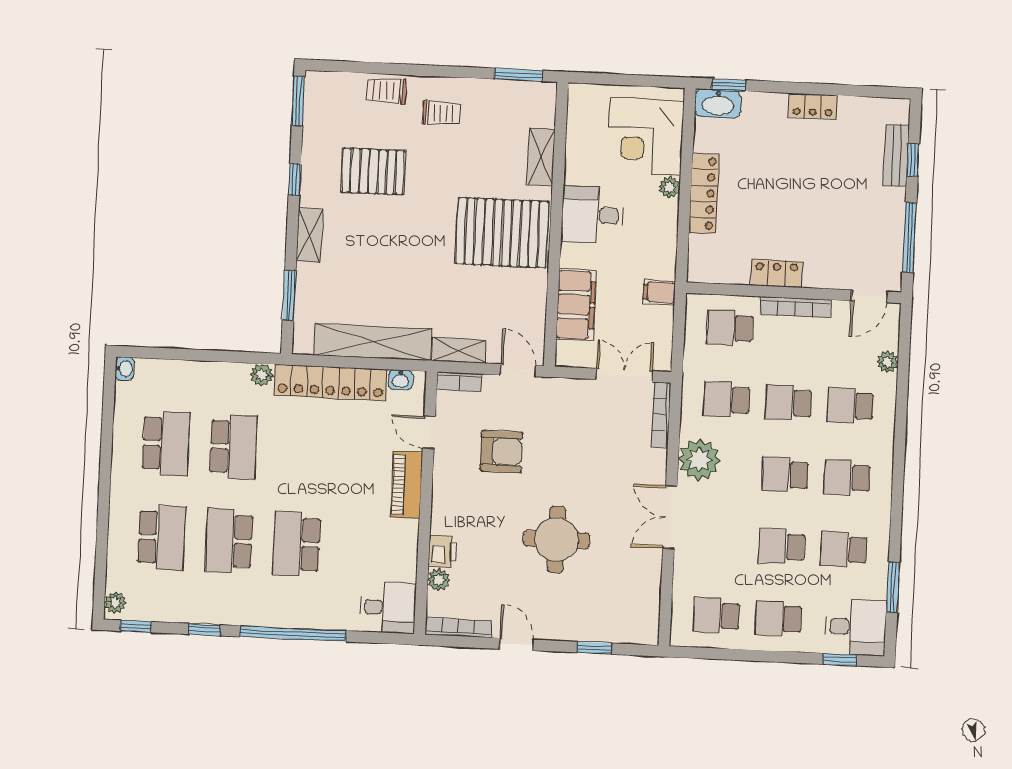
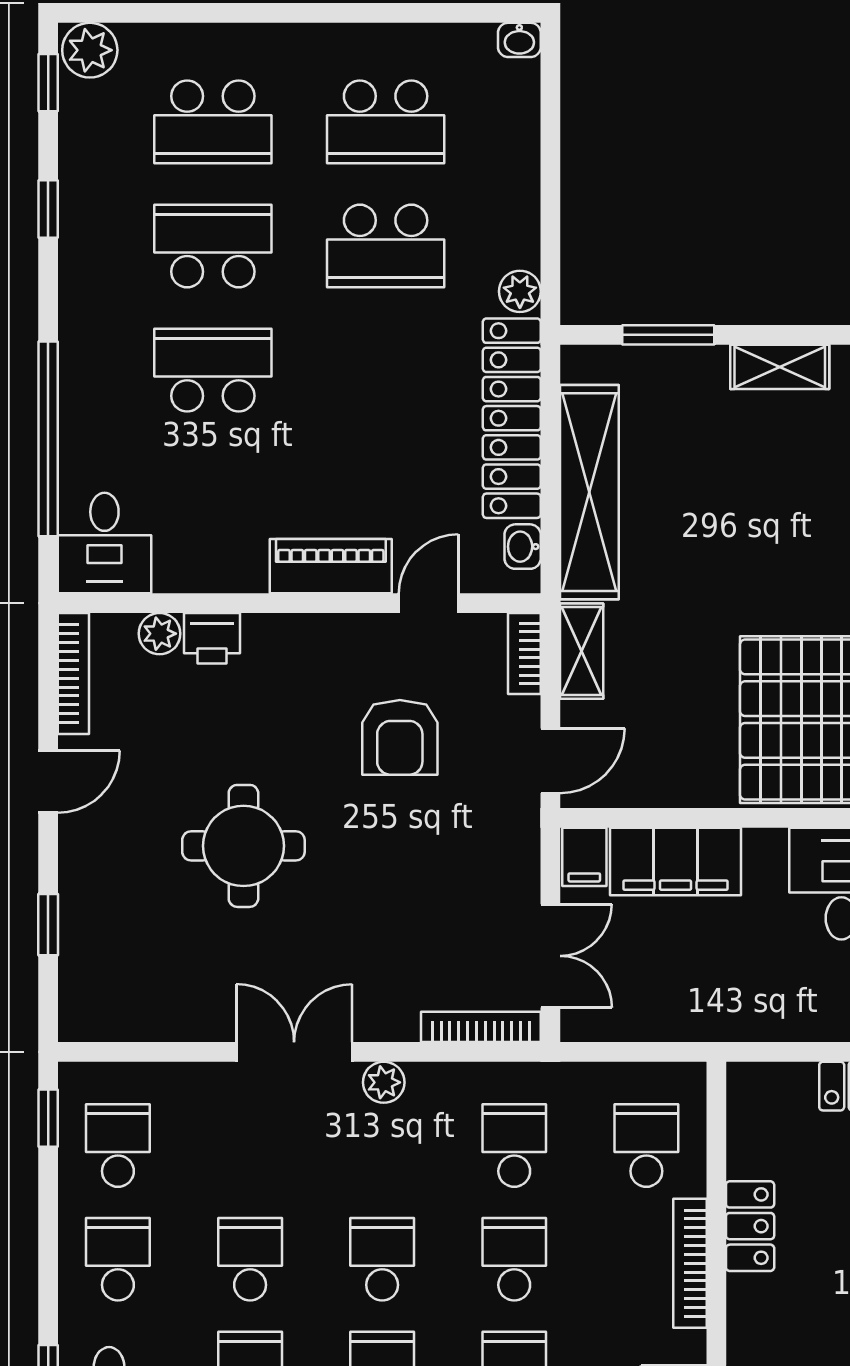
filing cabinet: (659, 292) -> (584, 857), moved, turned 180
plant: (699, 460) -> (384, 1082), width x0.53, depth x0.53
plant: (115, 603) -> (90, 50), width x1.38, depth x1.38
window: (293, 634) -> (48, 439), moved
window: (700, 653) -> (48, 1118), added

